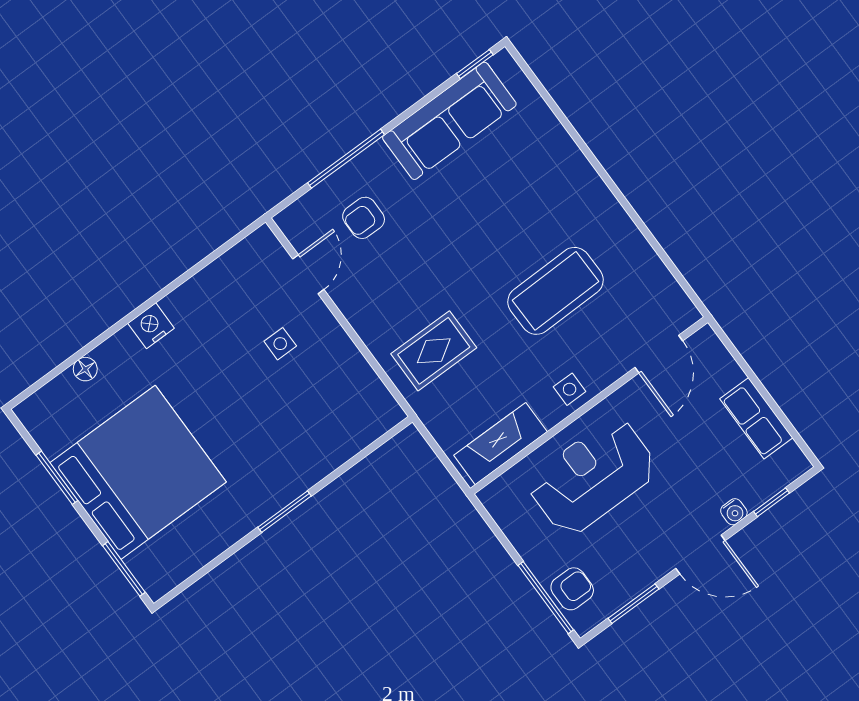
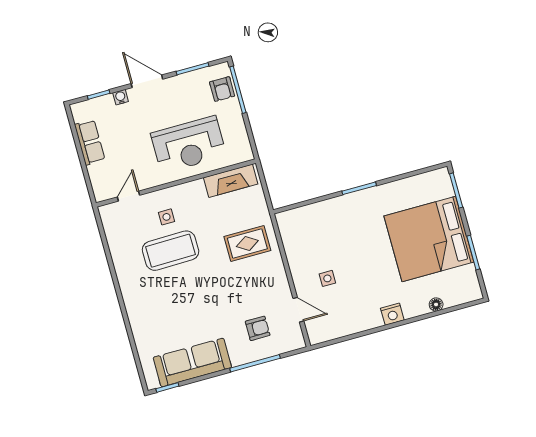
door: (308, 274) -> (298, 310), swing flipped
door: (659, 354) -> (128, 196), width x0.73
side table: (570, 389) -> (166, 217), moved
armchair: (572, 589) -> (222, 89), turned -90

